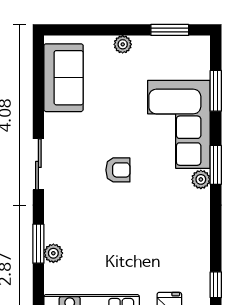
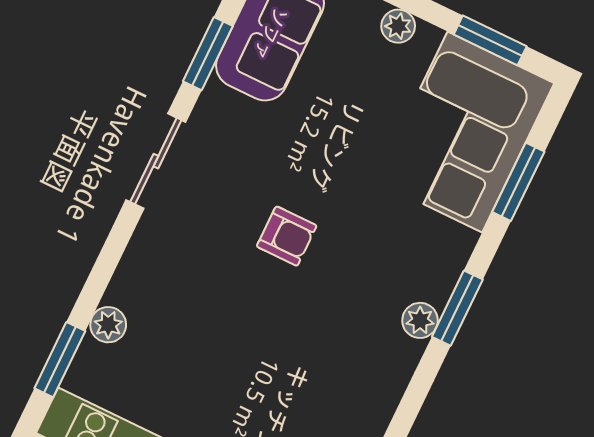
window: (38, 101) -> (208, 54), added
corner sofa: (179, 124) -> (465, 132), moved
window: (38, 244) -> (60, 360), moved

